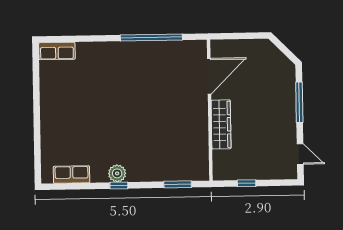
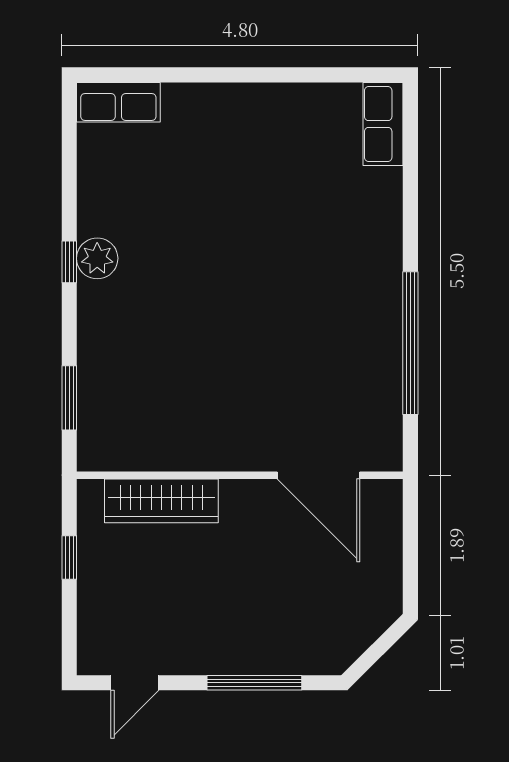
wardrobe: (221, 124) -> (161, 501), moved
row of seats: (72, 174) -> (118, 102), moved, turned 90

